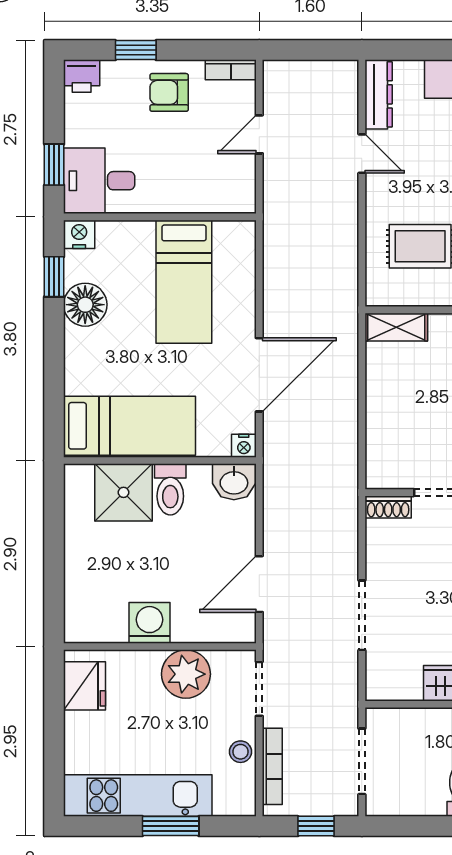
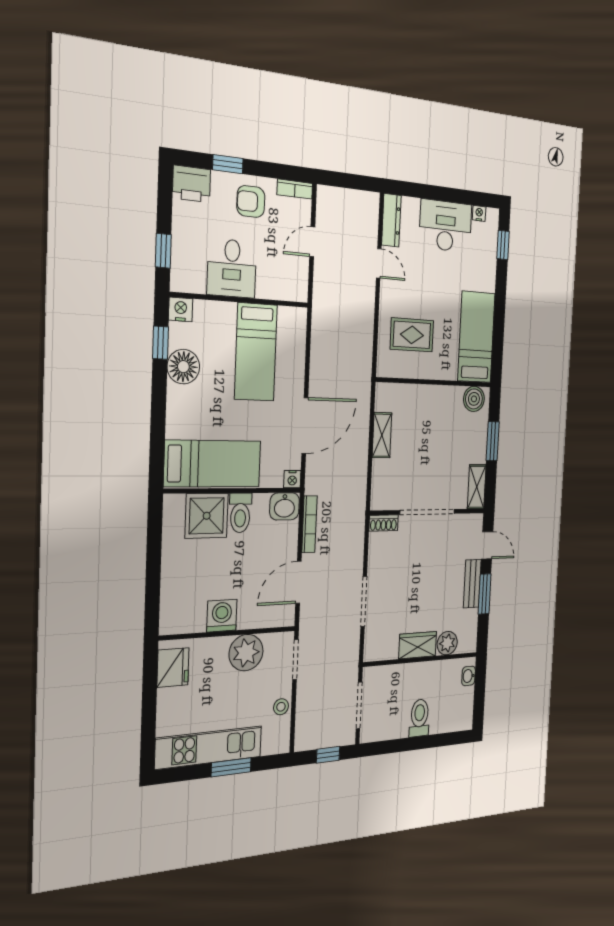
printer: (82, 76) -> (192, 184), width x1.36, depth x1.24
desk: (99, 181) -> (232, 268), moved, turned -90
shelving: (396, 327) -> (382, 435), moved, turned 90
bookcase: (272, 766) -> (309, 524), moved

